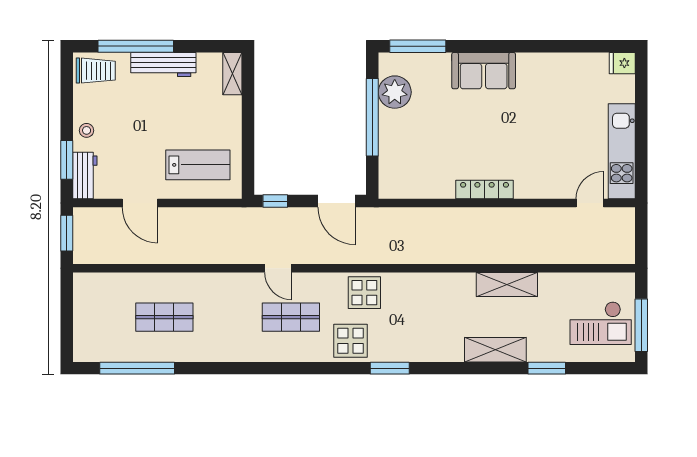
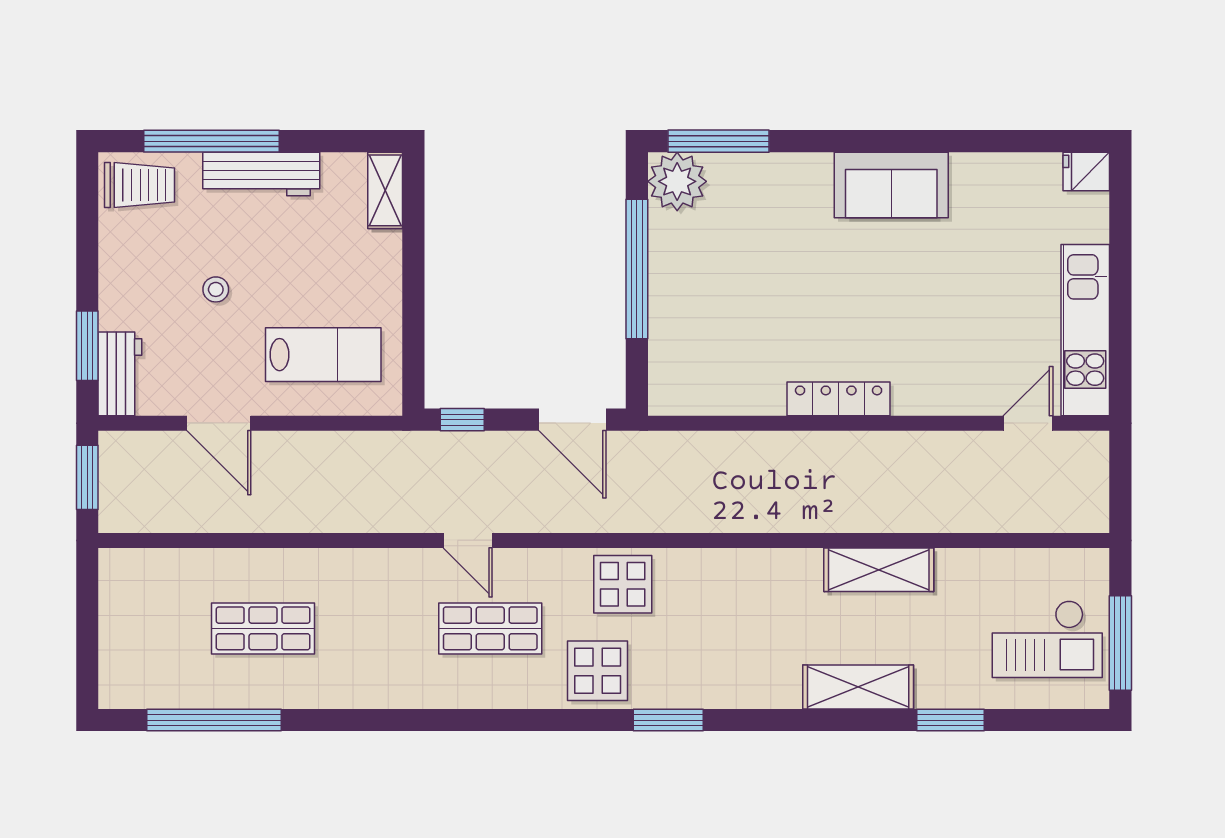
sofa: (484, 71) -> (891, 185), moved
plant: (395, 92) -> (677, 181), moved
stool: (87, 130) -> (216, 289), moved

